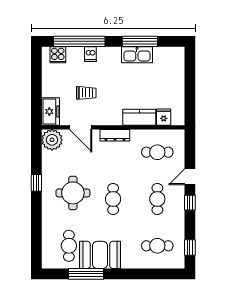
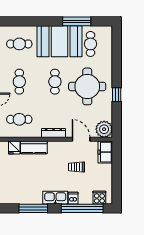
kitchen sink: (137, 55) -> (55, 198), moved
round table: (73, 193) -> (87, 86), width x1.36, depth x1.36
booth: (100, 255) -> (60, 41), width x1.36, depth x1.42

